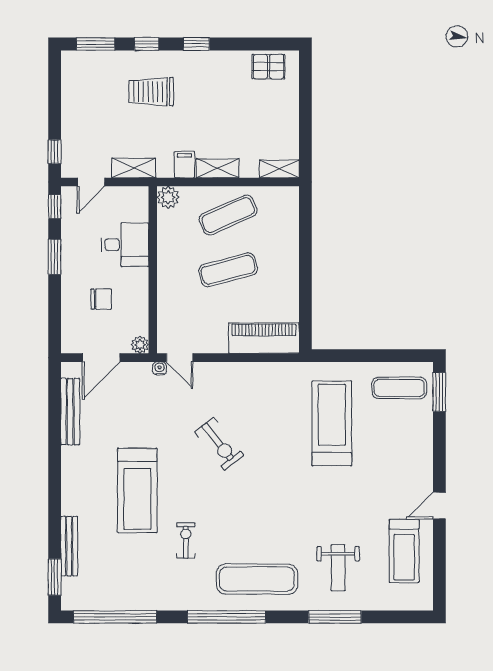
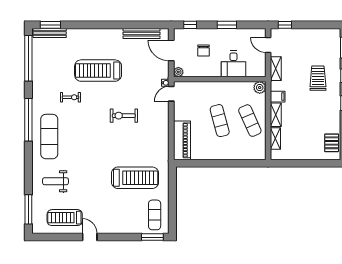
shelving: (279, 169) -> (275, 138), moved
window: (55, 207) -> (190, 25), moved
exercise bike: (219, 444) -> (124, 116), turned 38
bench: (69, 546) -> (50, 33), moved
window: (335, 617) -> (28, 209), moved

